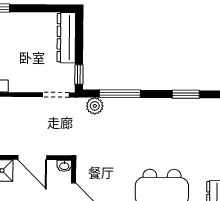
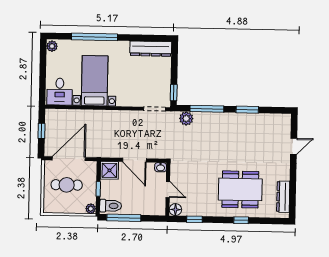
dresser: (66, 38) -> (151, 49), moved, turned -90
window: (186, 94) -> (247, 110), moved

